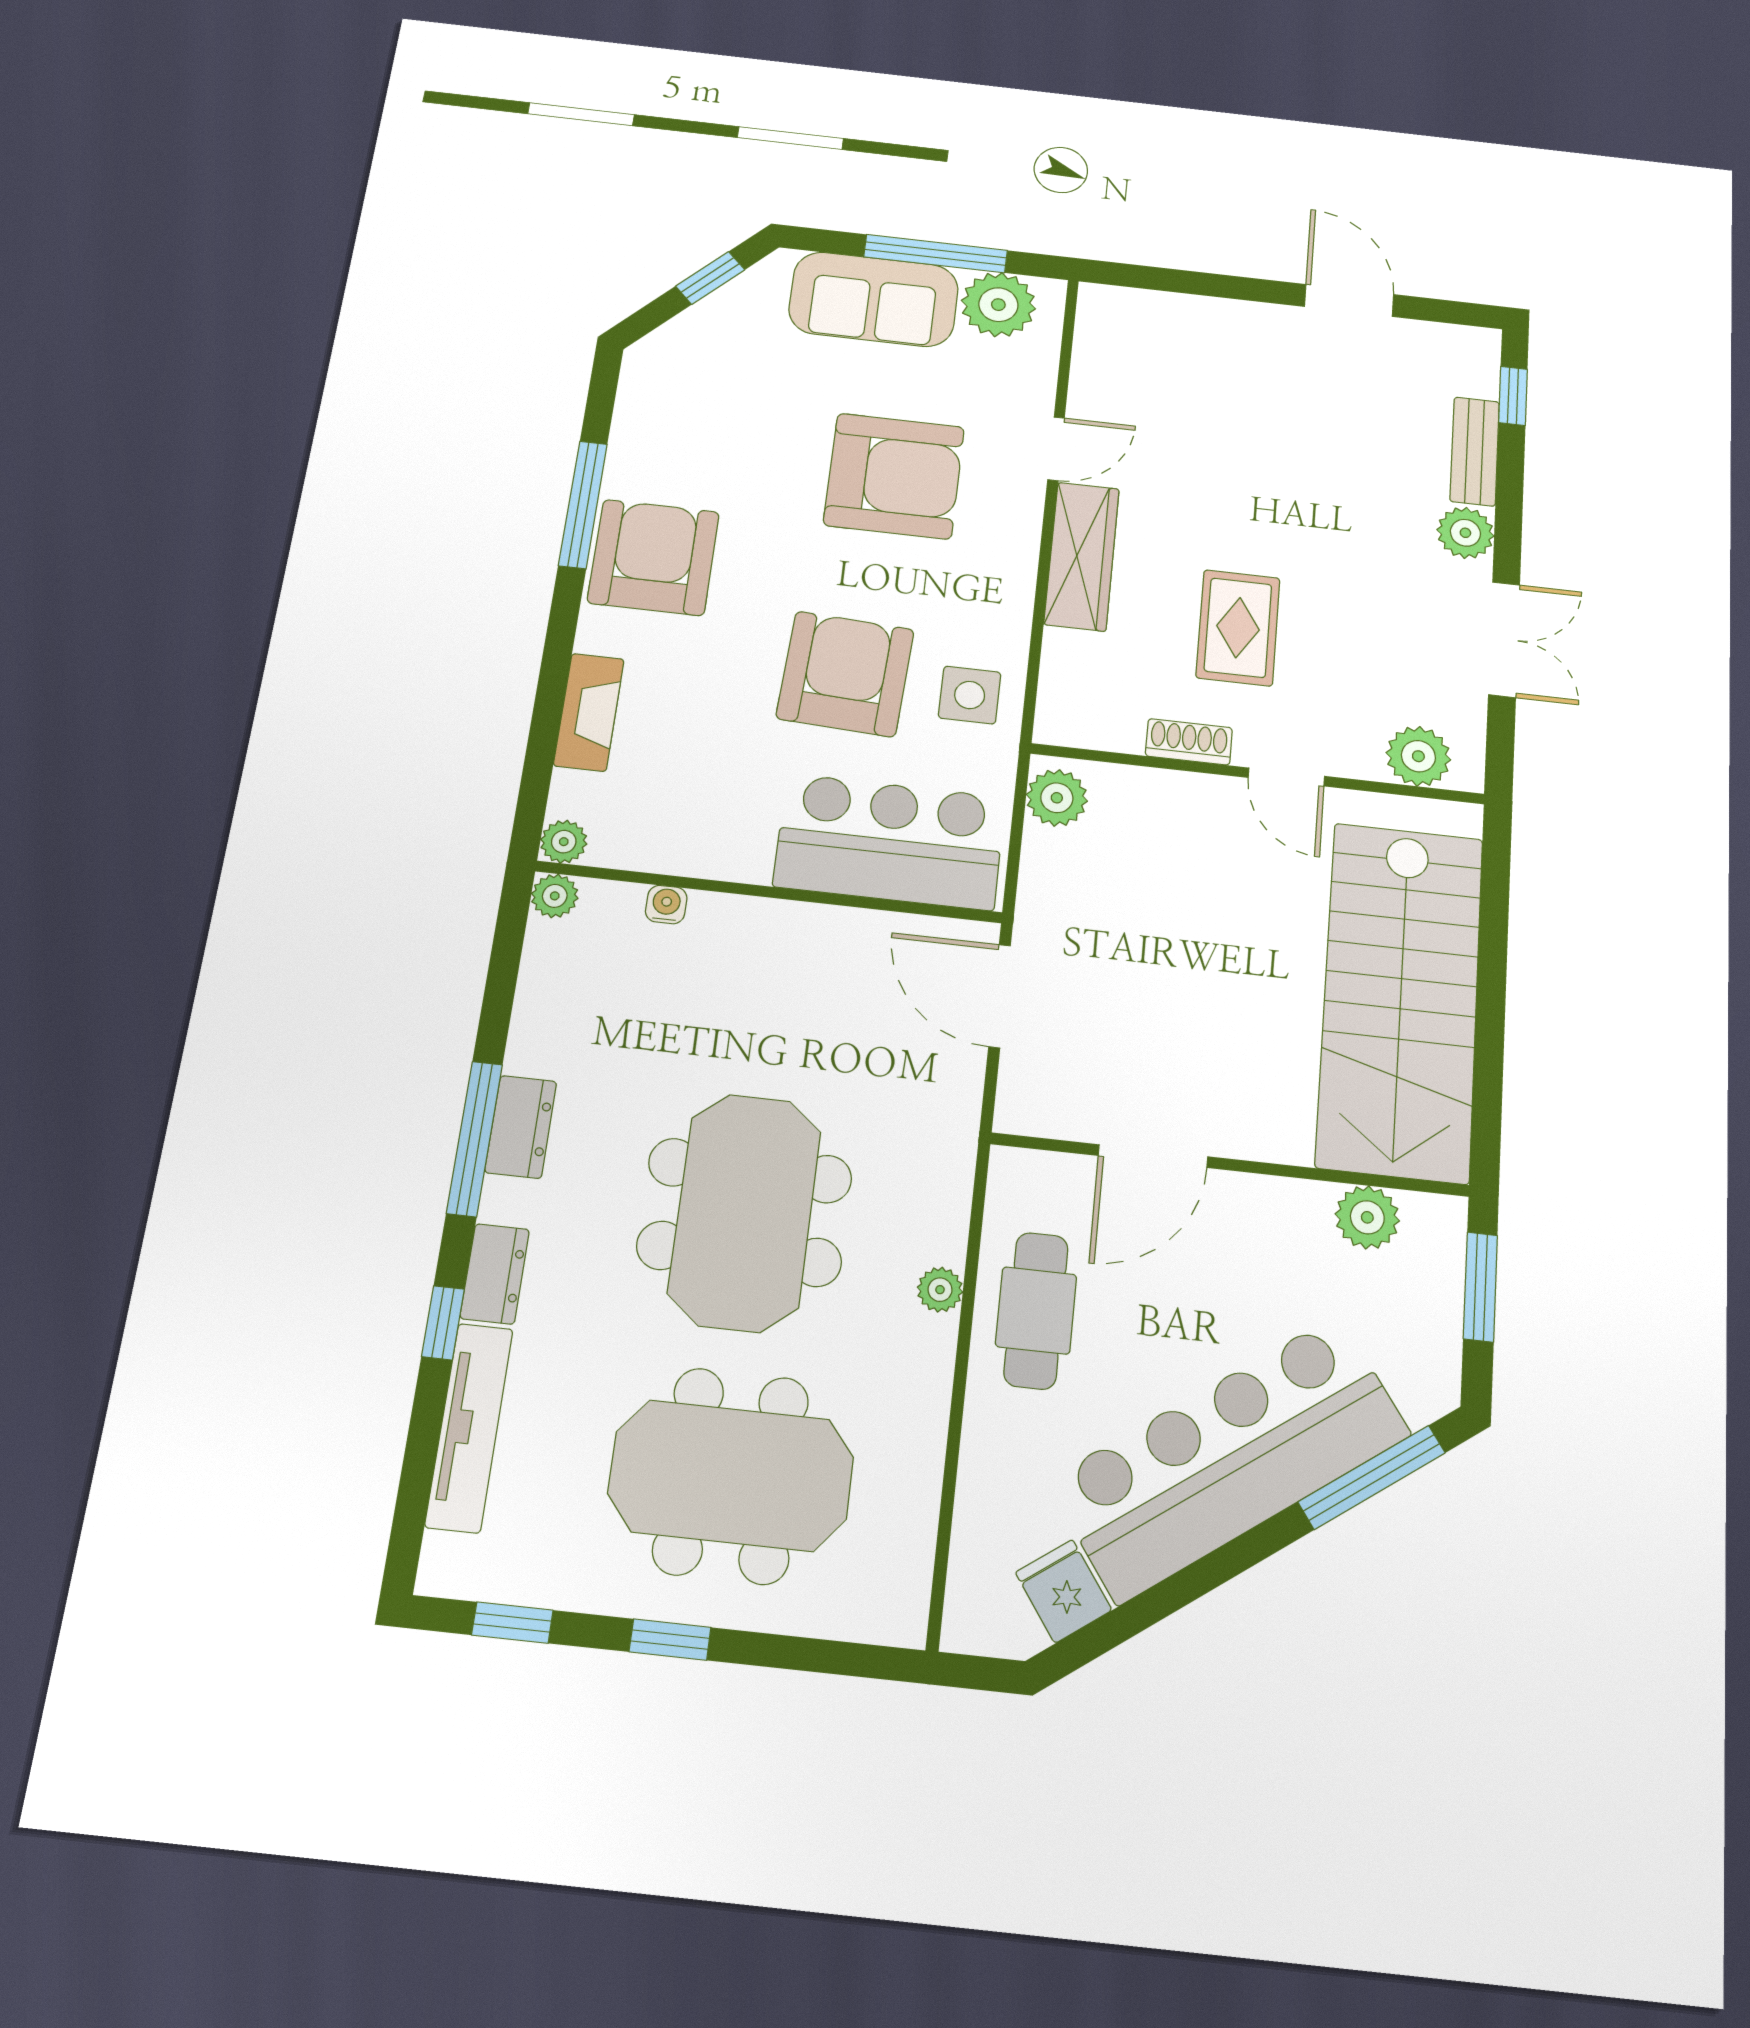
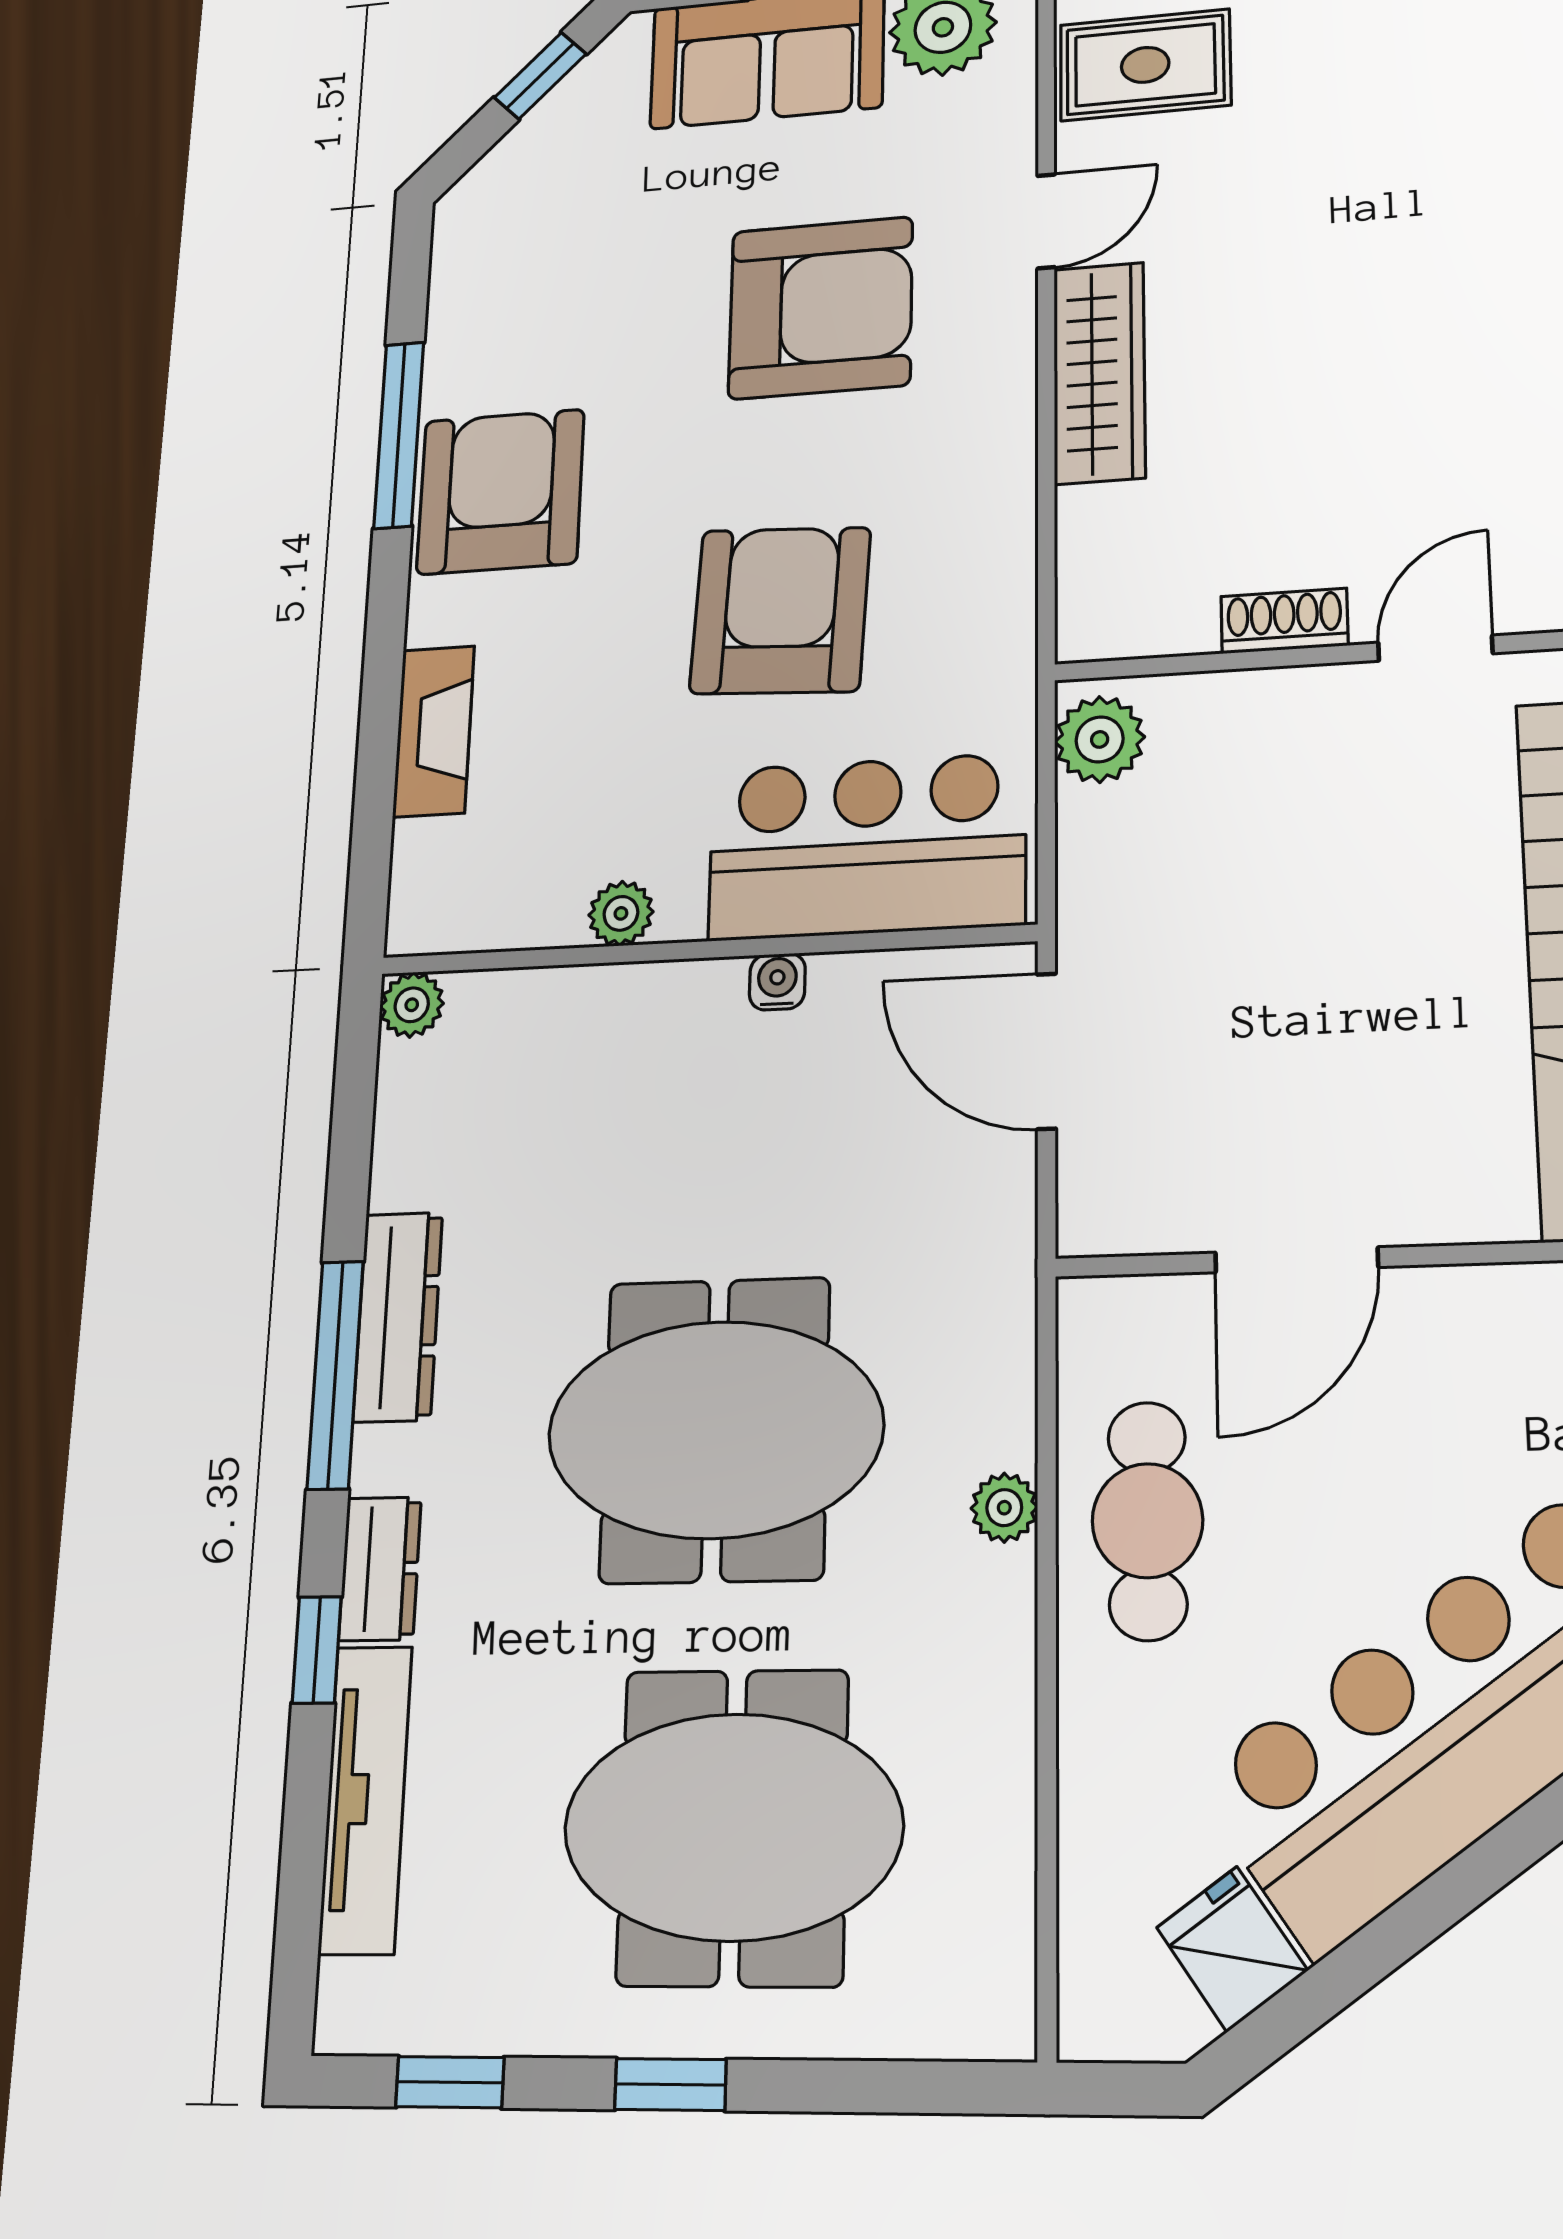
rug: (1238, 628) -> (1145, 65), moved, turned 90
side table: (970, 695) -> (959, 609), removed
door: (1286, 777) -> (1435, 648), swing flipped
plant: (564, 842) -> (621, 913), moved
water cooler: (666, 905) -> (777, 982), moved
dresser: (521, 1127) -> (398, 1317), width x1.44
meeting table: (745, 1212) -> (715, 1429), turned 90

